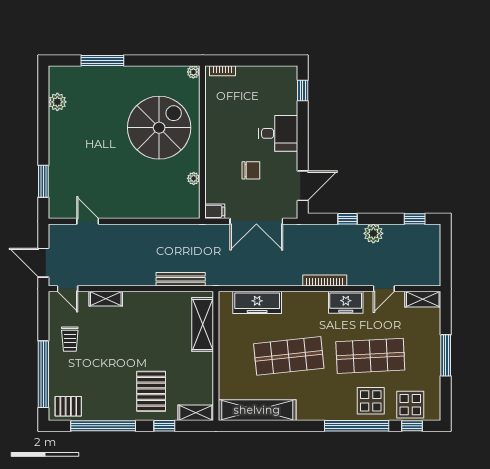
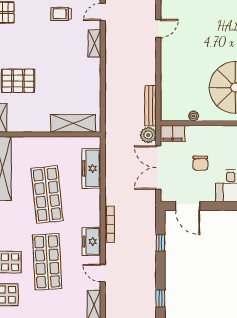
filing cabinet: (215, 211) -> (173, 133), width x2.00
plant: (373, 233) -> (148, 135), moved
bench: (181, 279) -> (151, 106), moved

